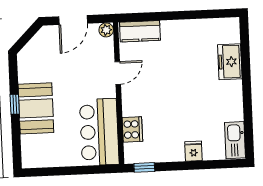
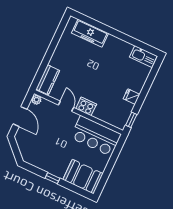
freezer: (230, 62) -> (90, 33), width x1.40
booth: (36, 108) -> (83, 177), moved
cooker: (132, 129) -> (86, 106), moved
fridge: (194, 151) -> (132, 97), moved

